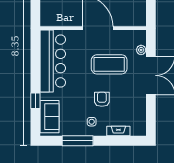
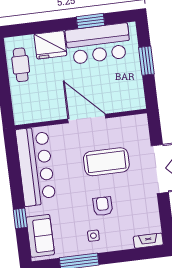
plant: (141, 50) -> (144, 139), removed
fireplace: (118, 131) -> (148, 241), moved

